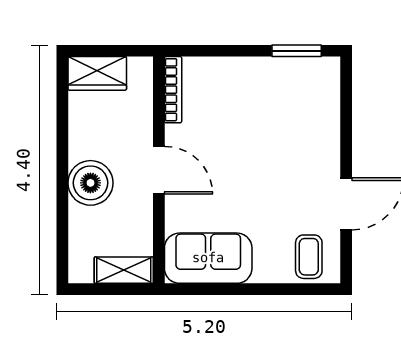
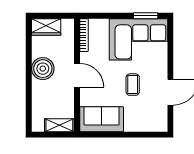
corner sofa: (282, 98) -> (138, 39), added
boiler: (90, 183) -> (43, 69), moved
coffee table: (309, 257) -> (133, 85), moved

